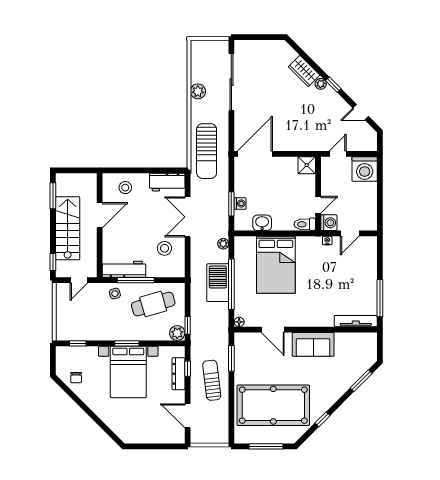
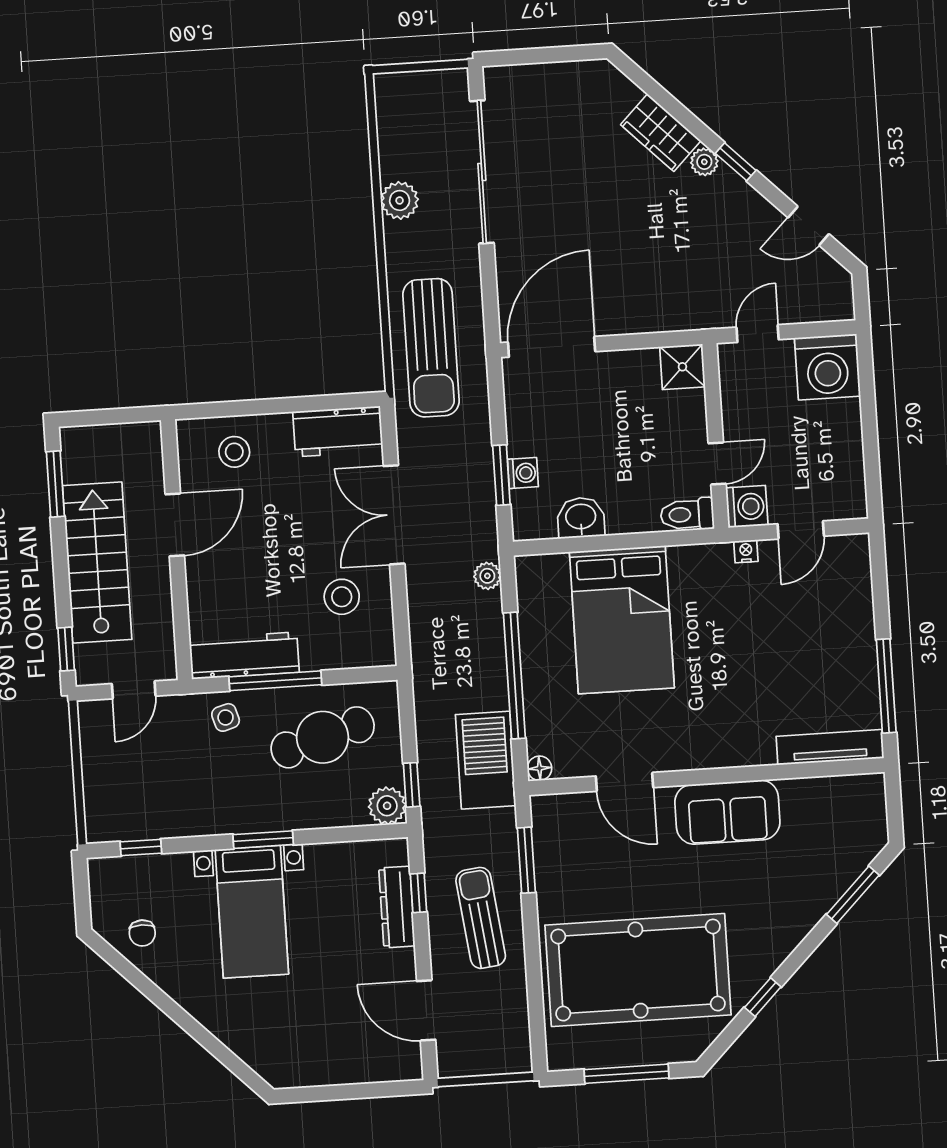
barbecue: (218, 283) -> (486, 760), moved
bed with nightstands: (128, 372) -> (252, 912), width x0.73

